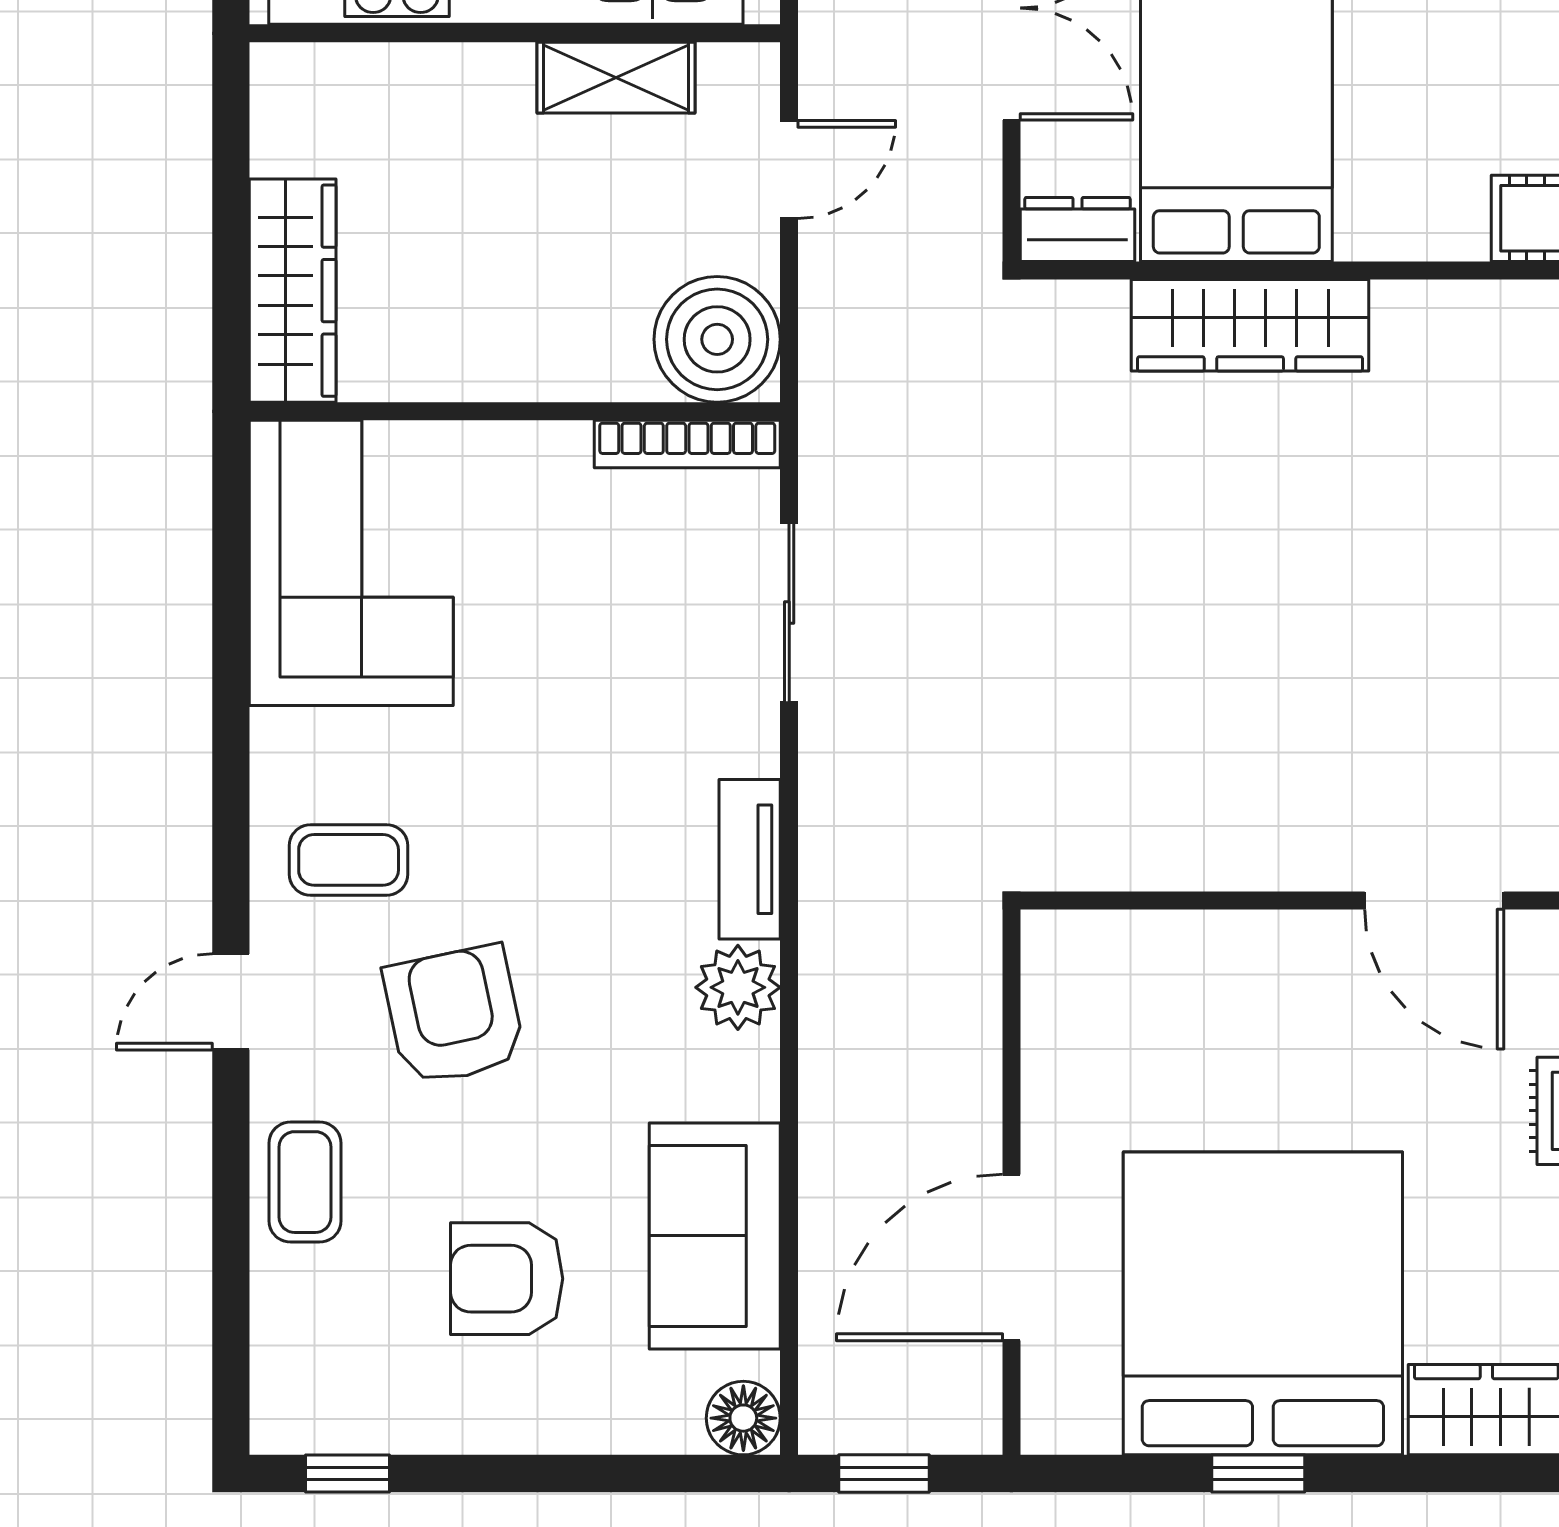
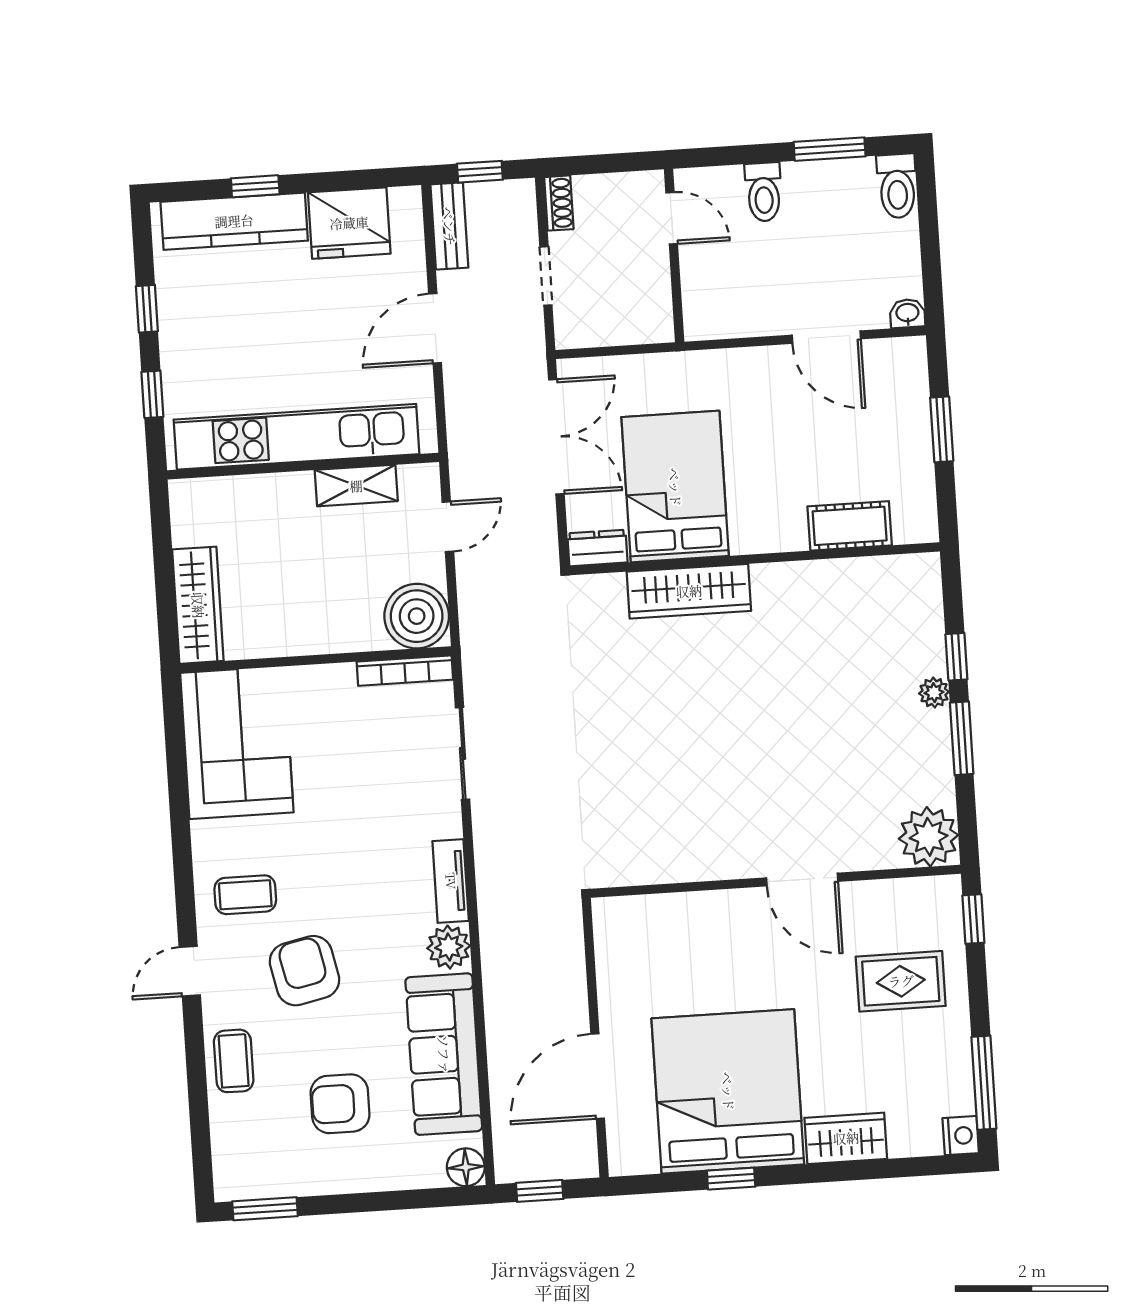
sofa: (715, 1236) -> (444, 1054), width x1.36
window: (348, 1474) -> (265, 1209), width x1.50

